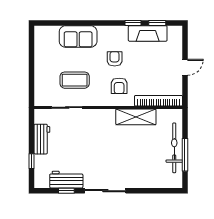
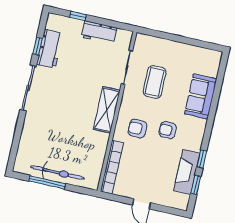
armchair: (115, 59) -> (168, 130), turned 180
shelving: (136, 117) -> (107, 110), moved

